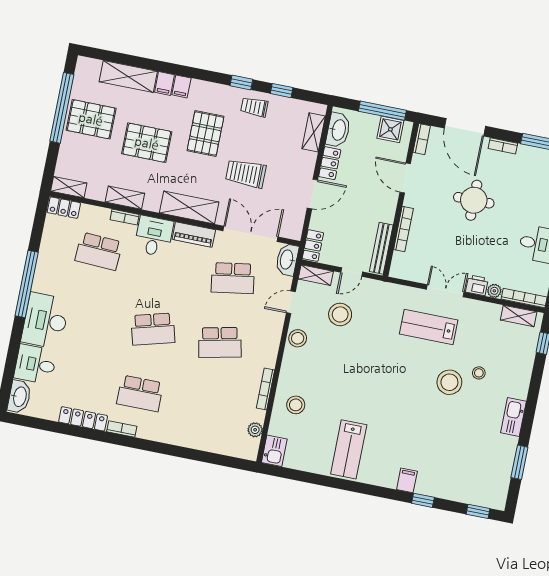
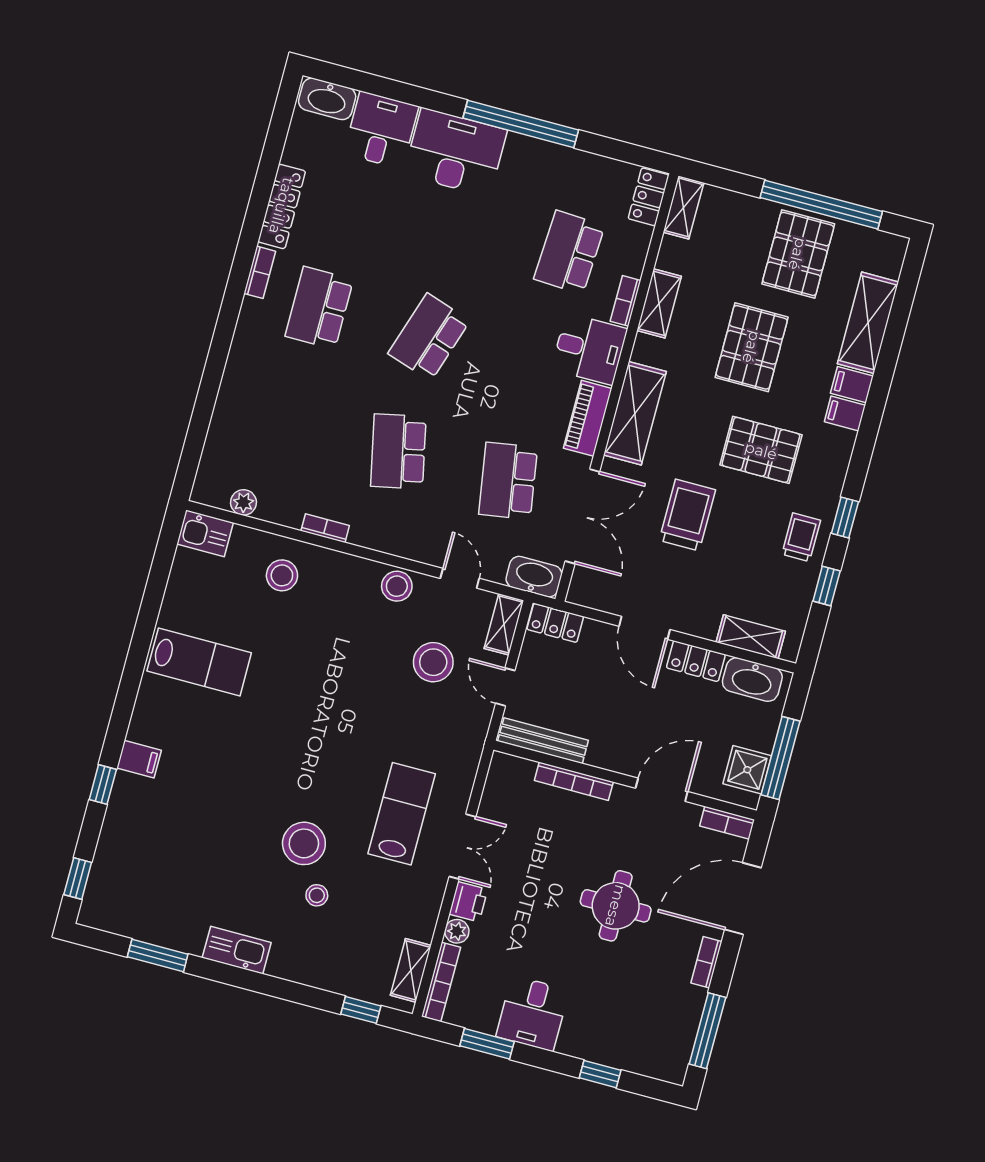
school desk: (153, 329) -> (429, 337), turned 33
bookcase: (265, 389) -> (325, 528), width x0.64
lab bench: (349, 449) -> (199, 662), turned 180

